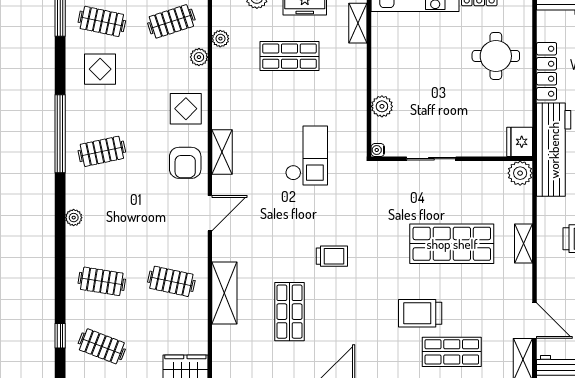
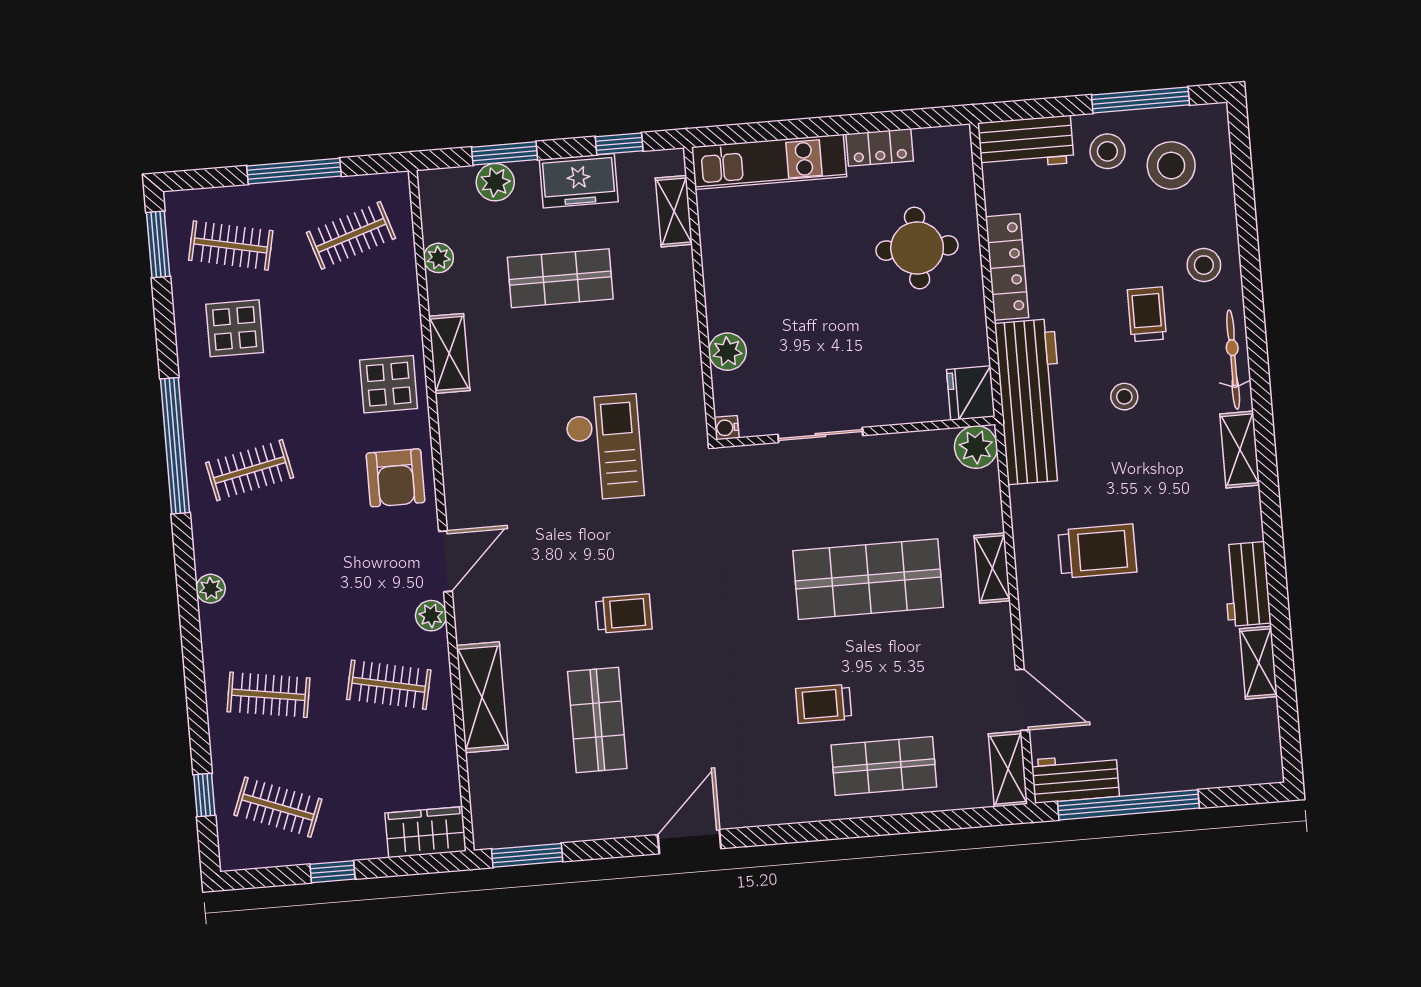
plant: (199, 57) -> (431, 616), moved
shelving: (222, 152) -> (449, 353), moved
trolley: (332, 256) -> (624, 614), moved
trolley: (420, 313) -> (824, 704), width x0.73, depth x0.72

